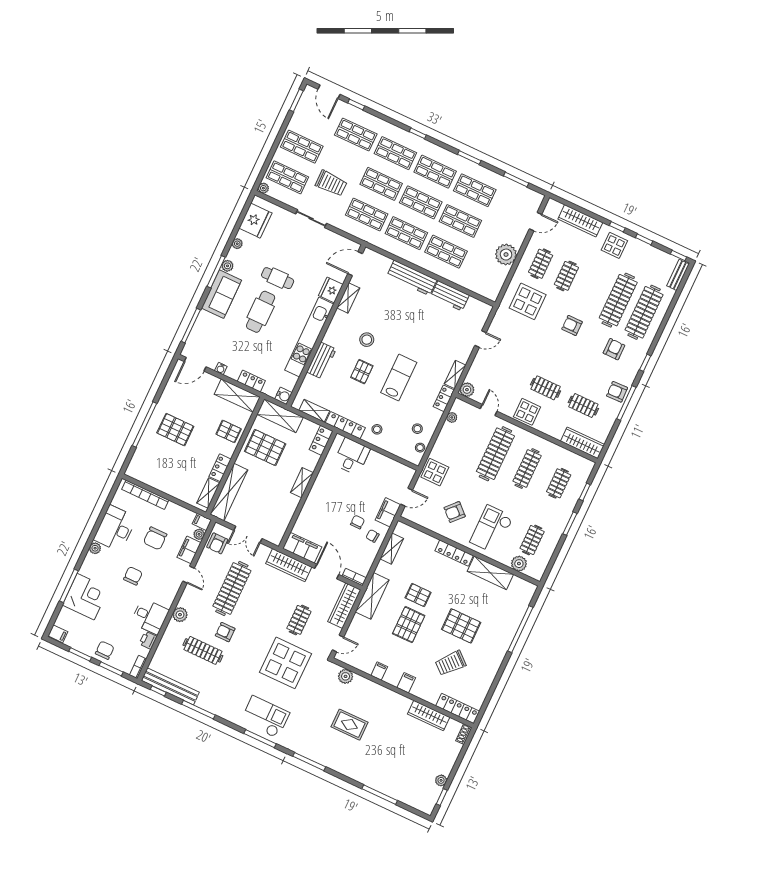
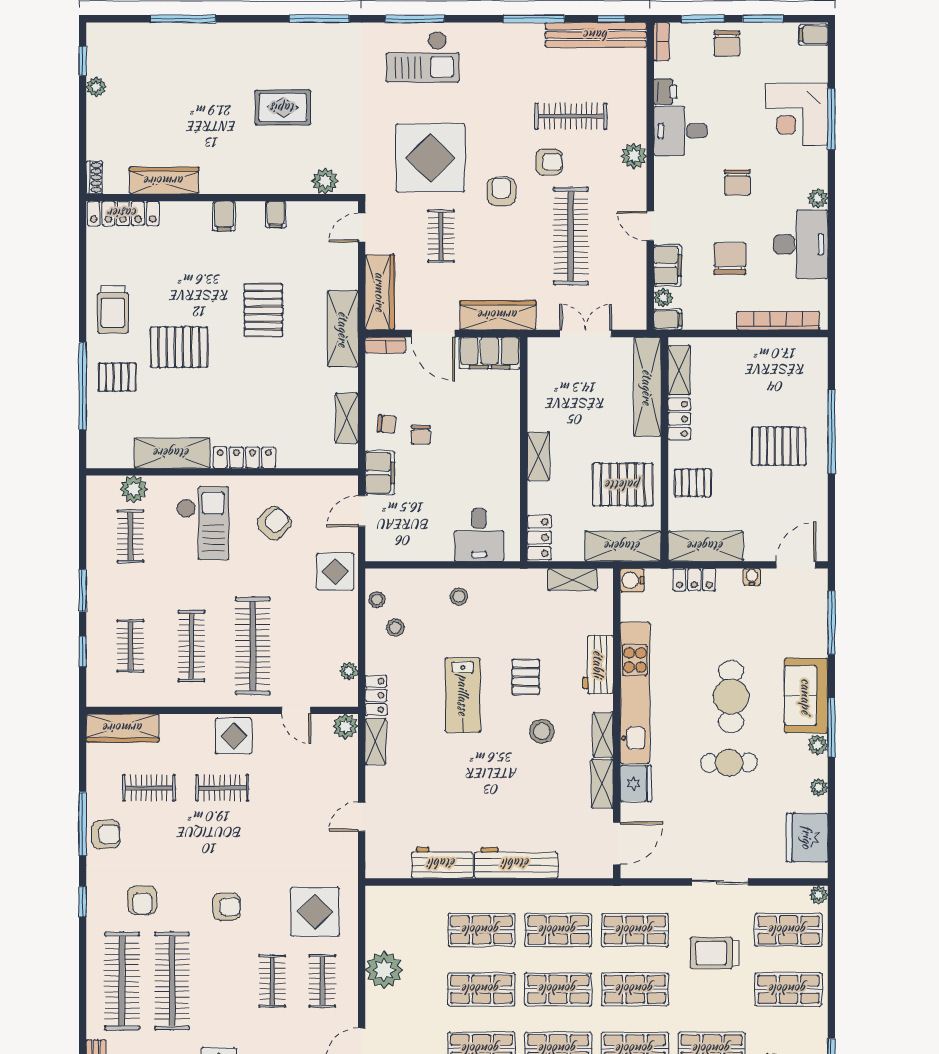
shelving: (336, 323) -> (603, 735), added
locker: (345, 425) -> (512, 580), removed
armchair: (217, 543) -> (501, 192), moved
pallet: (418, 595) -> (117, 377), moved
trolley: (451, 663) -> (113, 309), moved, turned 139

